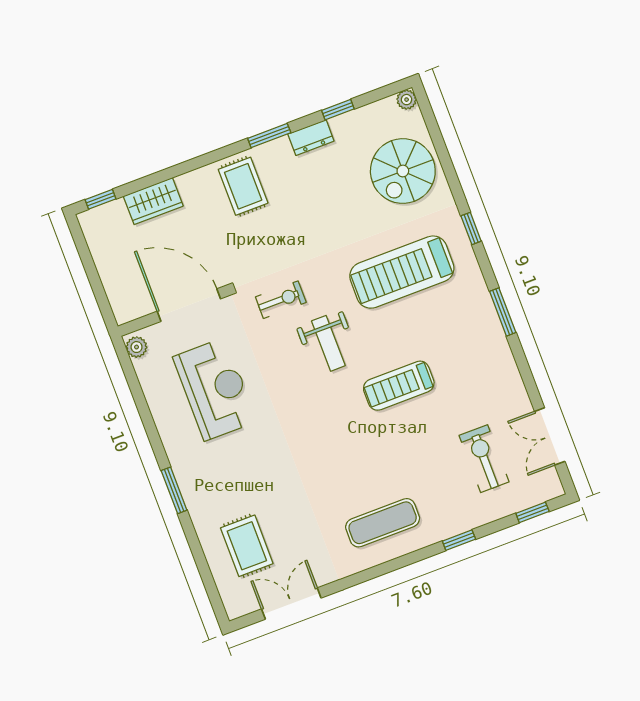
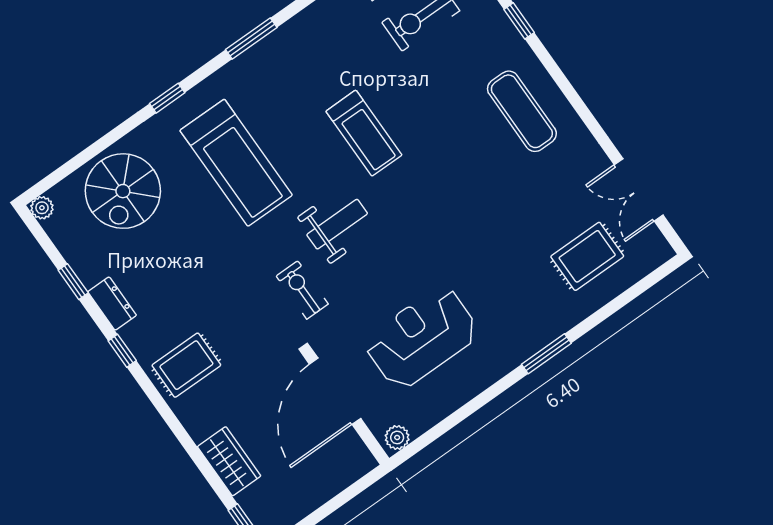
window: (269, 136) -> (122, 351), width x0.67
spiral stairs: (403, 171) -> (123, 191), turned 90

